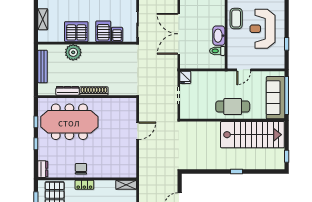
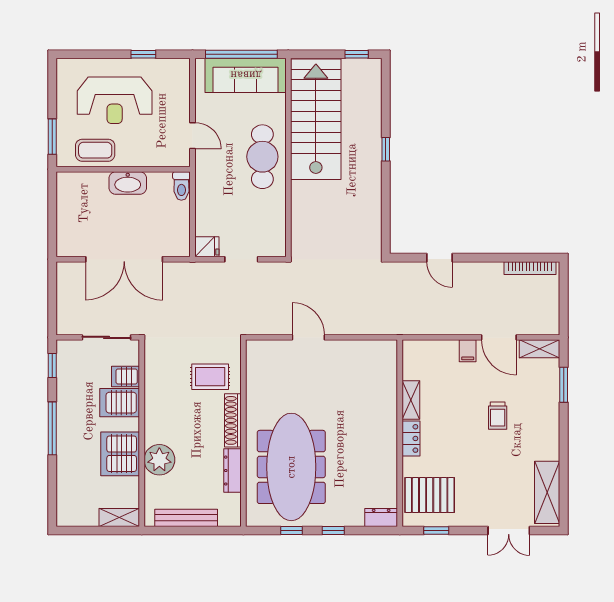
shelving: (43, 19) -> (119, 518), moved
toilet: (217, 51) -> (181, 186), moved
rug: (117, 79) -> (210, 377), added
chair: (81, 169) -> (381, 445), removed
shelving: (126, 185) -> (411, 400), moved

